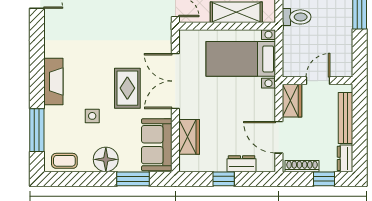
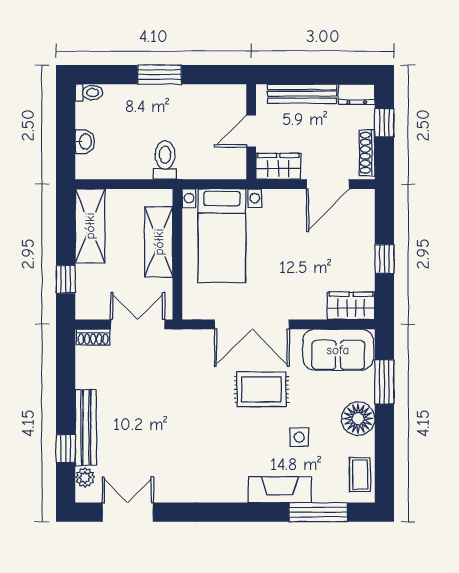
fireplace: (53, 81) -> (280, 490), moved
door: (318, 81) -> (251, 131), hinge flipped
wardrobe: (189, 137) -> (351, 306), moved
dresser: (242, 164) -> (364, 235), removed

